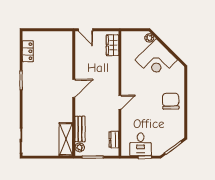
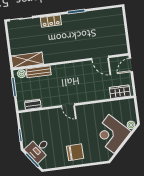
locker: (28, 51) -> (51, 21), moved
door: (74, 88) -> (100, 58), moved
desk: (141, 144) -> (38, 149), moved, turned -36

